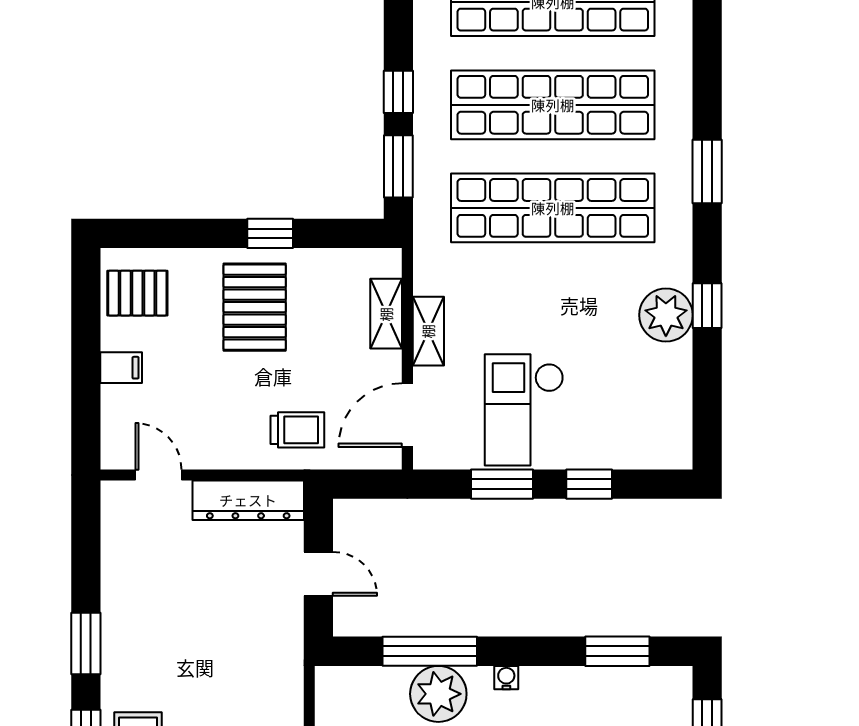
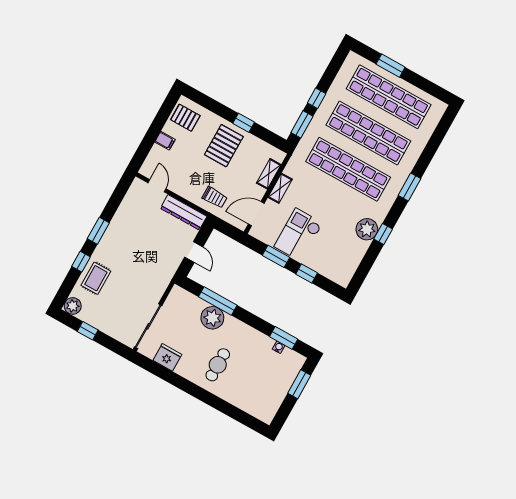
water cooler: (506, 678) -> (279, 347), moved

